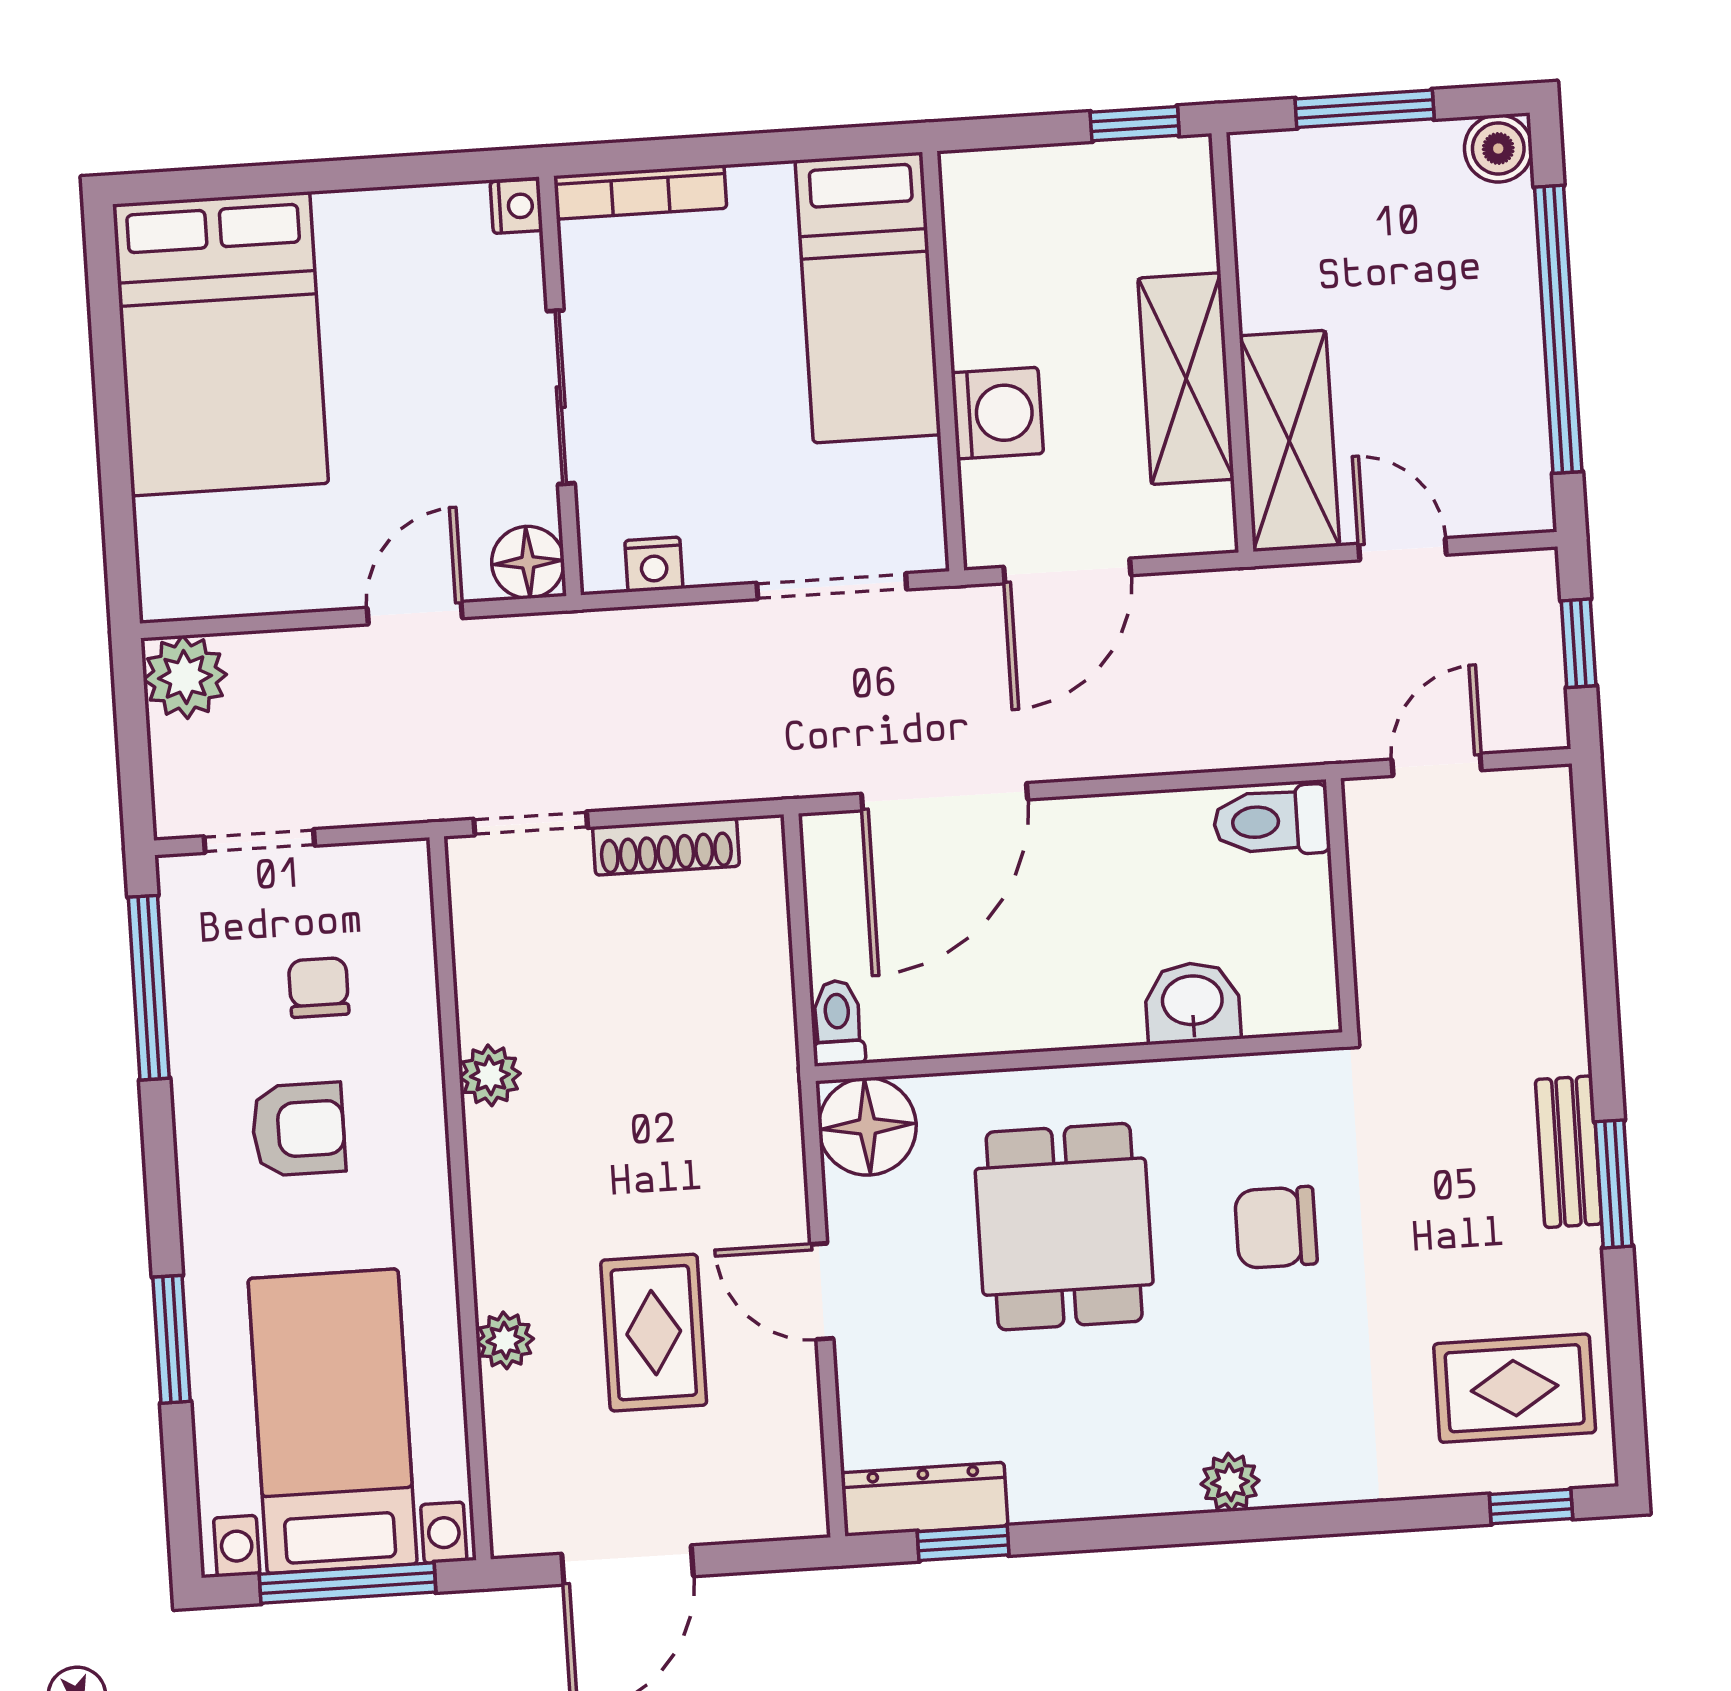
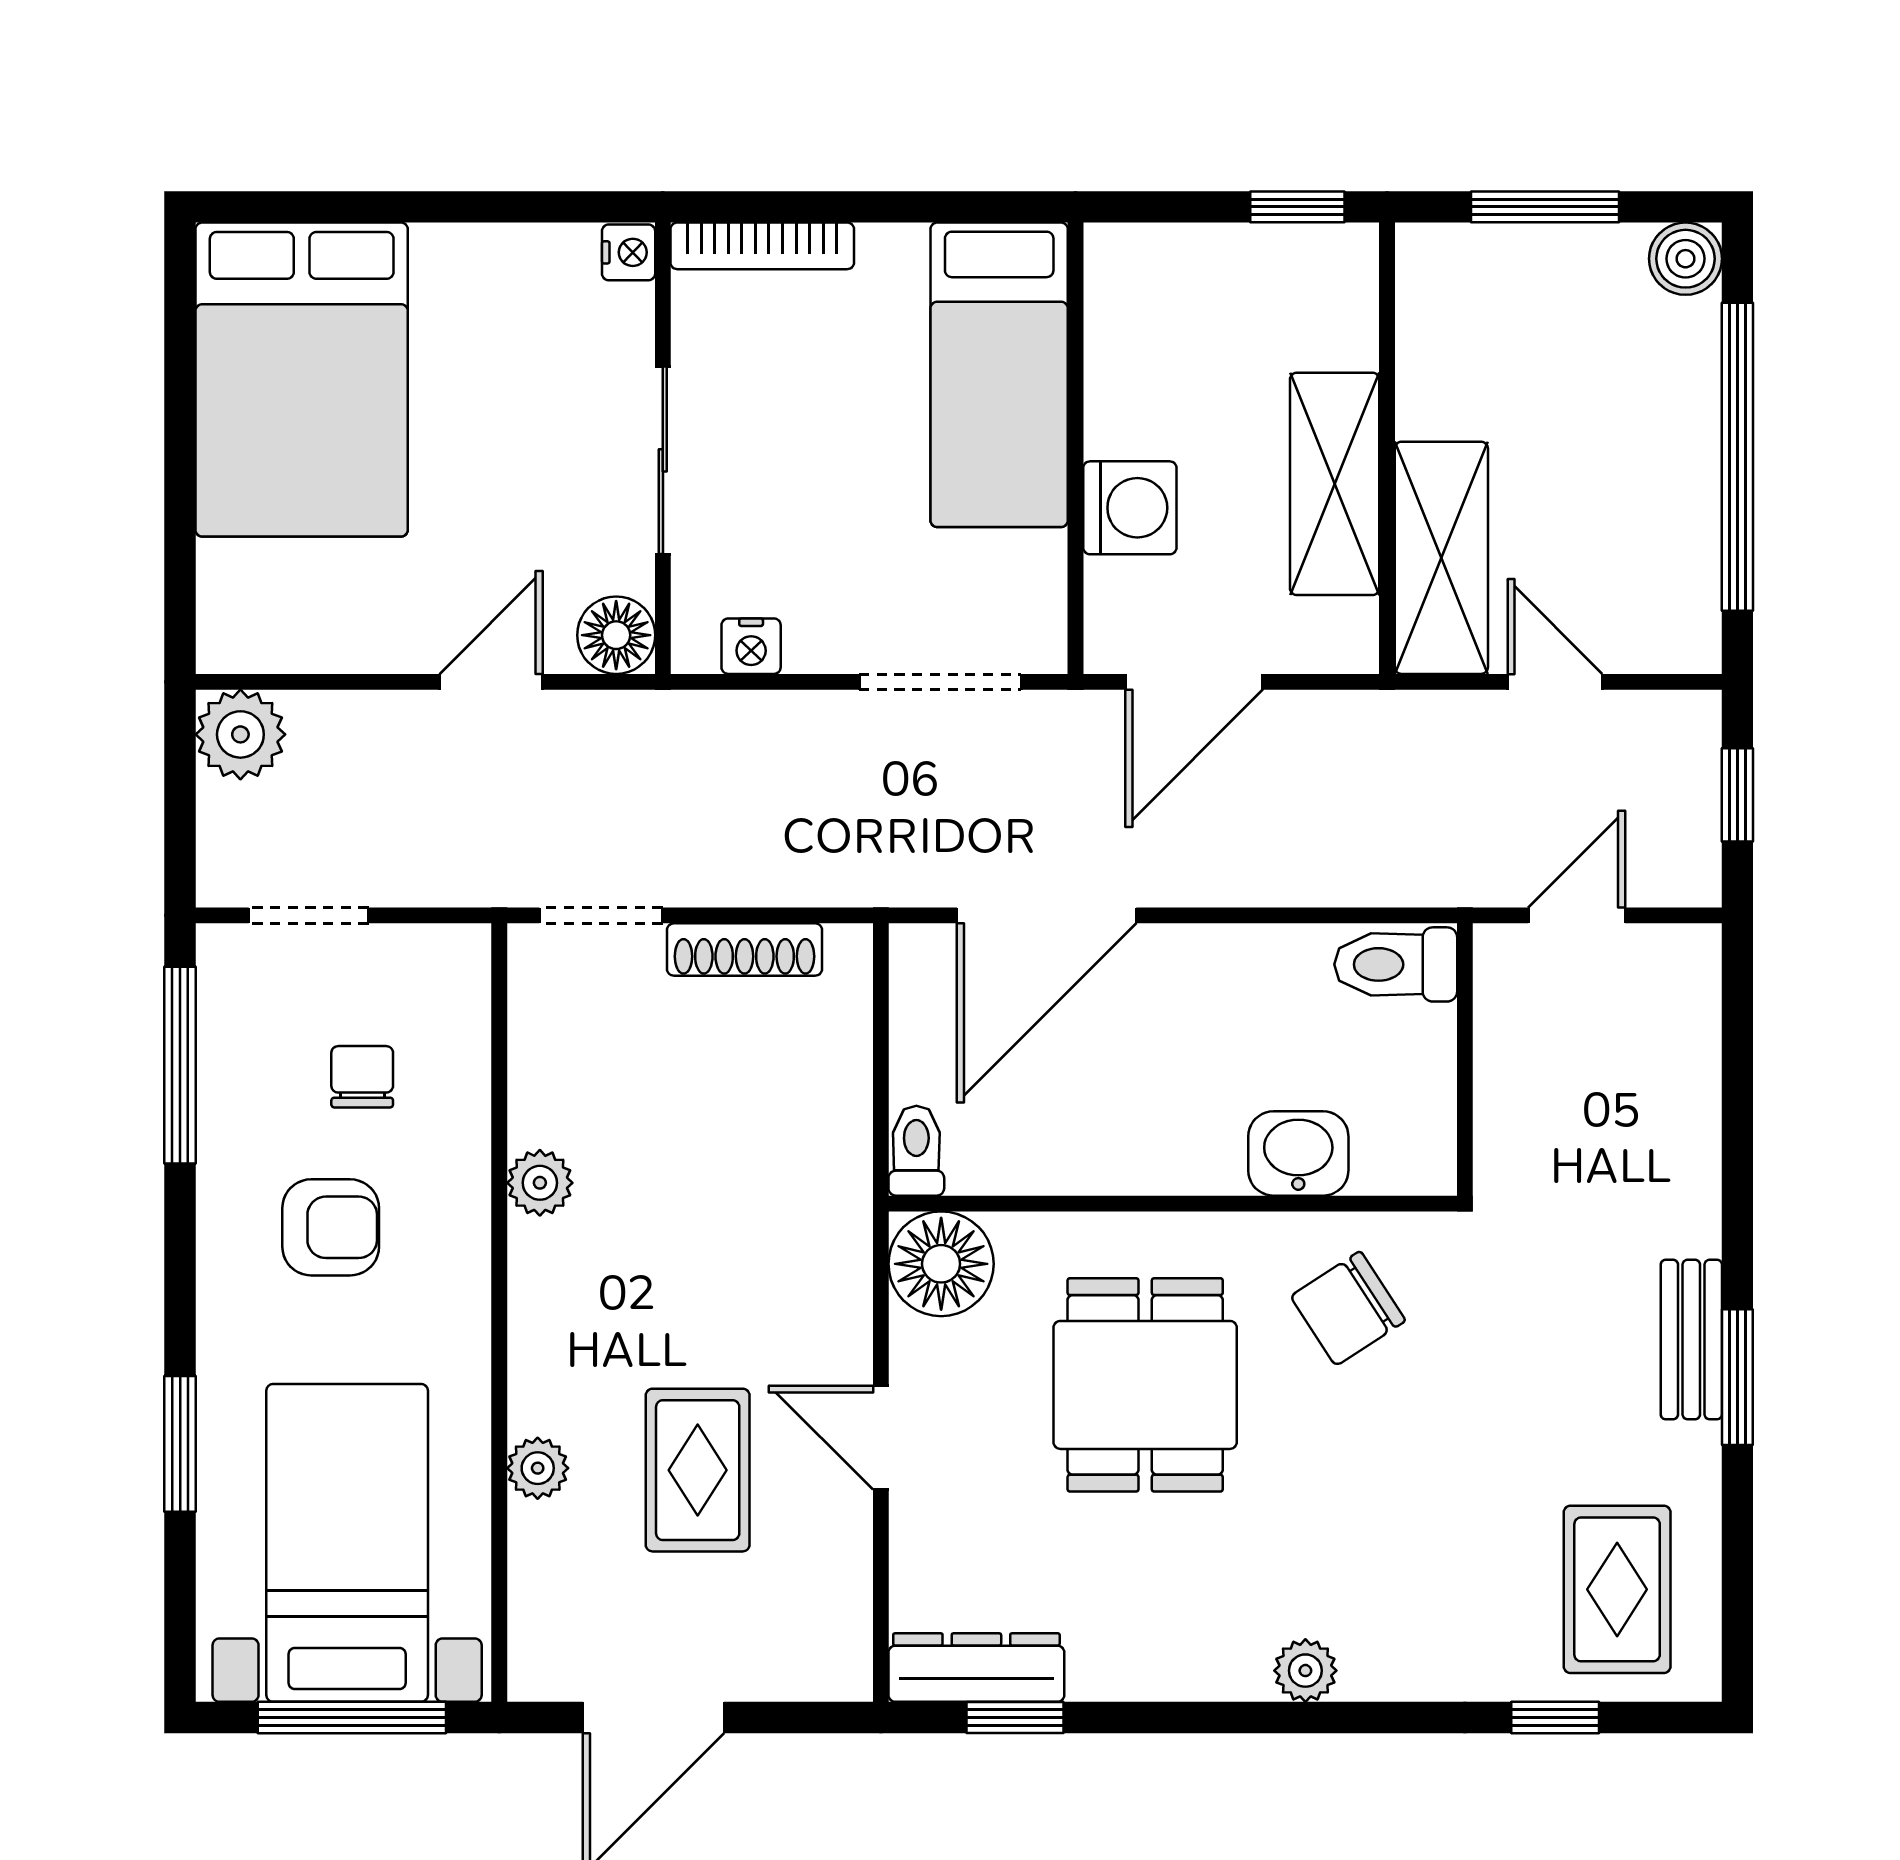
chair: (1276, 1227) -> (1348, 1308), moved, turned -33
rug: (1515, 1388) -> (1617, 1589), turned 90
window: (1531, 1507) -> (1555, 1717), moved

